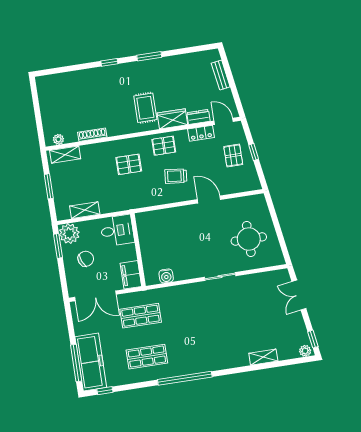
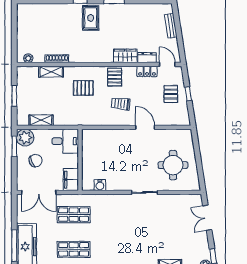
rug: (145, 108) -> (91, 18), moved
pallet: (164, 146) -> (115, 77), turned 90
shelving: (65, 155) -> (51, 72), moved

